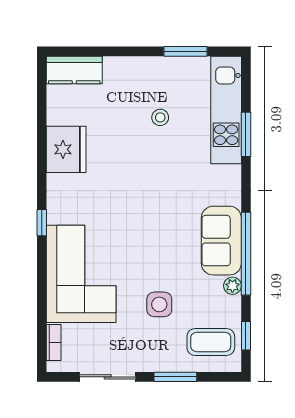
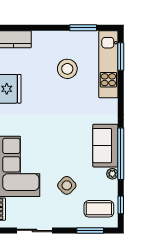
stool: (160, 117) -> (67, 69), width x1.89, depth x1.89
window: (246, 134) -> (121, 56), moved
side table: (159, 304) -> (67, 185), turned 45
window: (175, 377) -> (90, 230), moved

